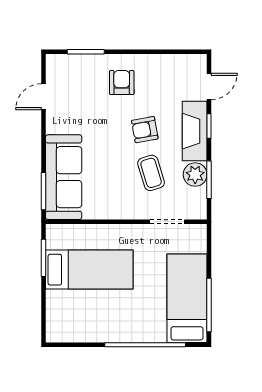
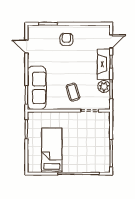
door: (44, 97) -> (26, 47), hinge flipped
armchair: (145, 130) -> (78, 63), removed
coffee table: (151, 173) -> (73, 92), moved
bed: (89, 270) -> (52, 150), moved, turned -90
bed: (187, 298) -> (100, 150), removed

